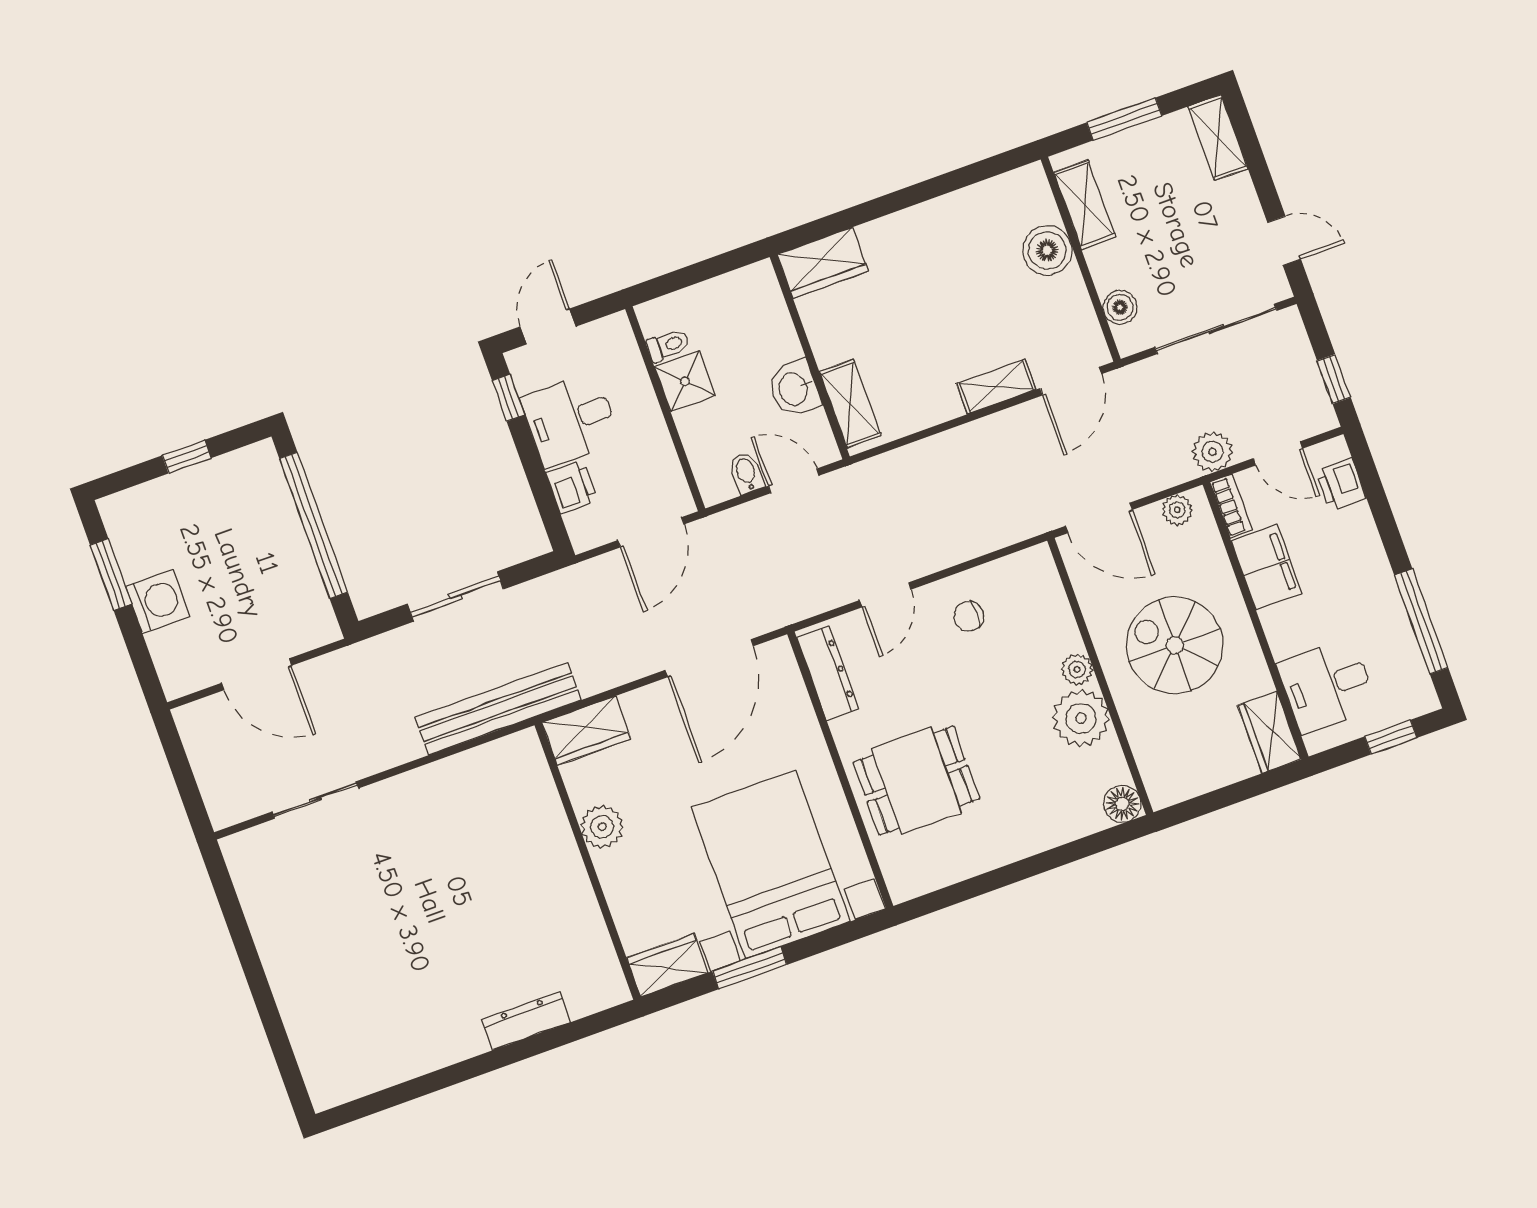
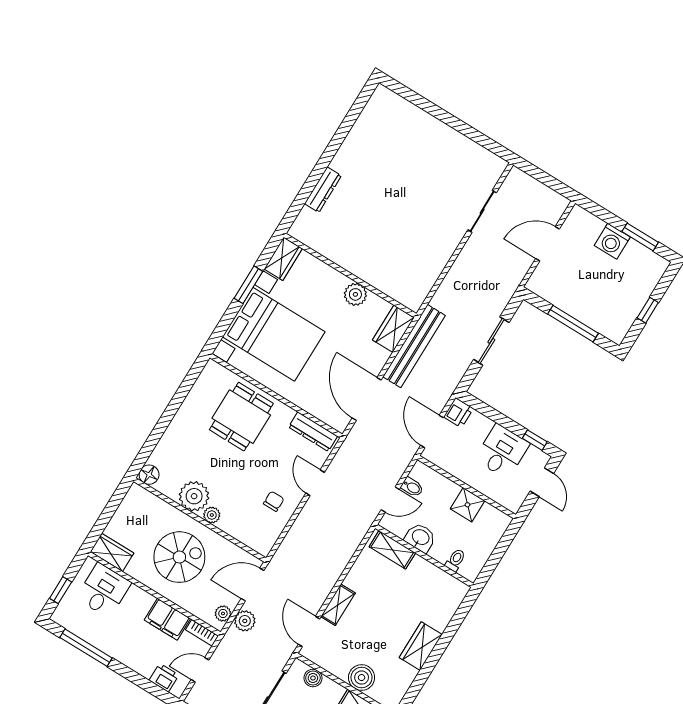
wardrobe: (823, 263) -> (421, 646), moved
toilet: (668, 345) -> (455, 560), moved, turned 180
plant: (1212, 452) -> (245, 621), moved
printer: (572, 487) -> (458, 413), moved, turned -90
window: (314, 525) -> (573, 324), width x0.68
bench: (498, 709) -> (414, 346), moved

